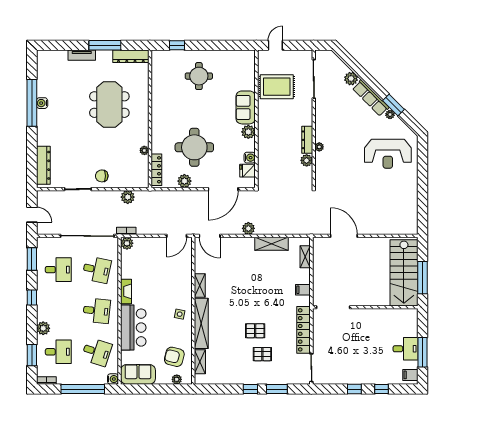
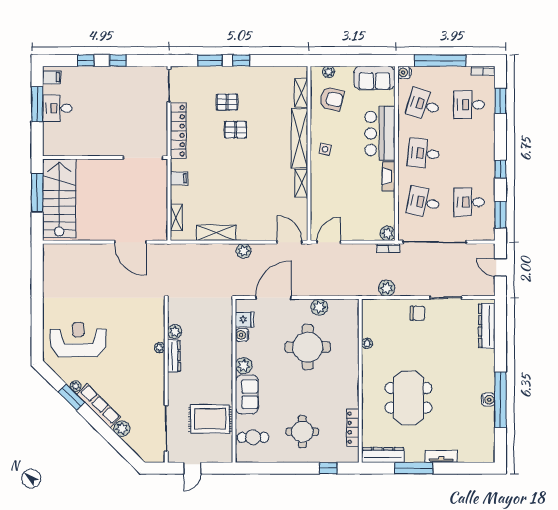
door: (275, 45) -> (192, 468), moved
cafe table: (240, 71) -> (253, 437), added
locker: (156, 170) -> (353, 428), moved
plant: (43, 328) -> (487, 133), removed

